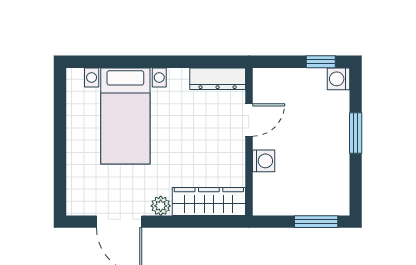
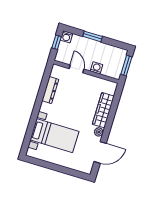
door: (249, 120) -> (76, 69), moved
wall: (249, 142) -> (86, 72), moved
washing machine: (264, 161) -> (97, 68), moved

